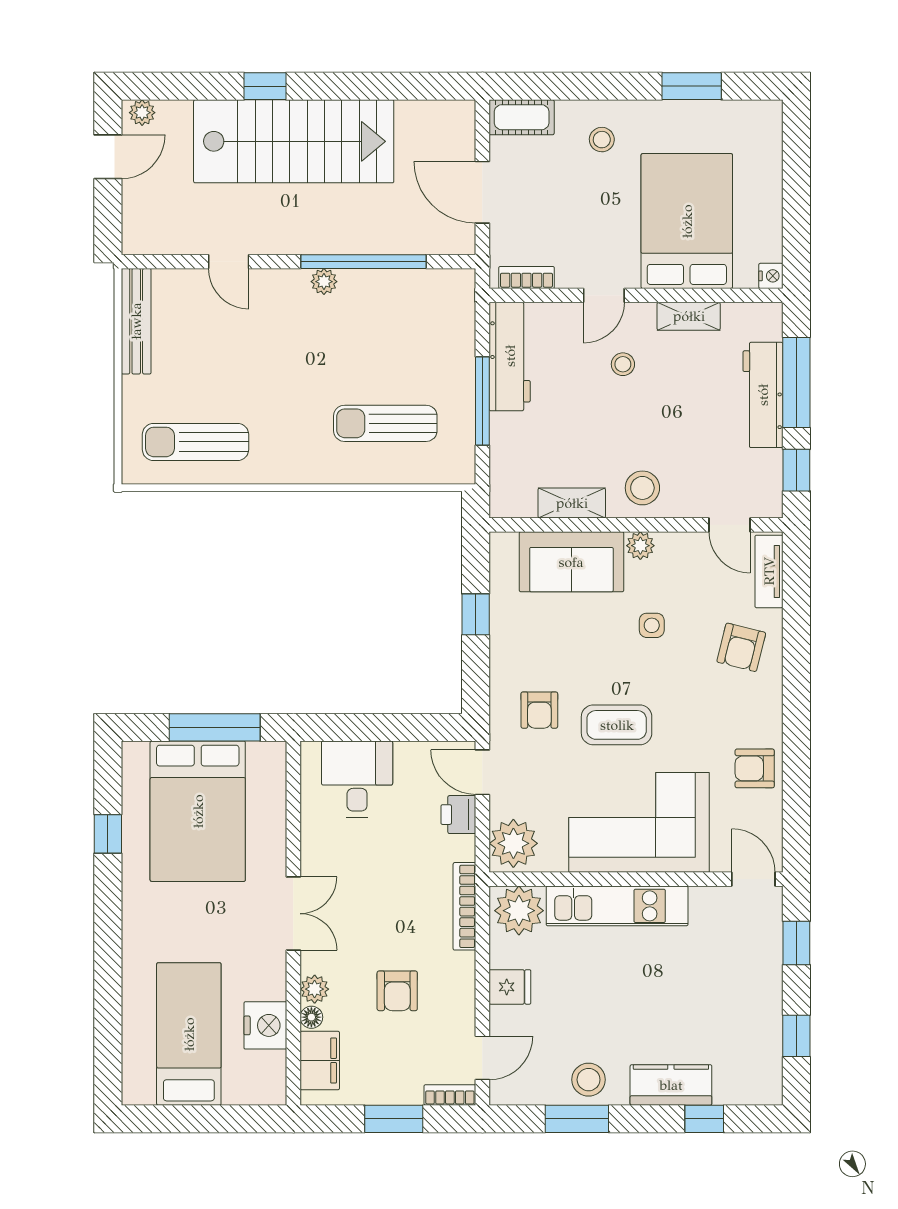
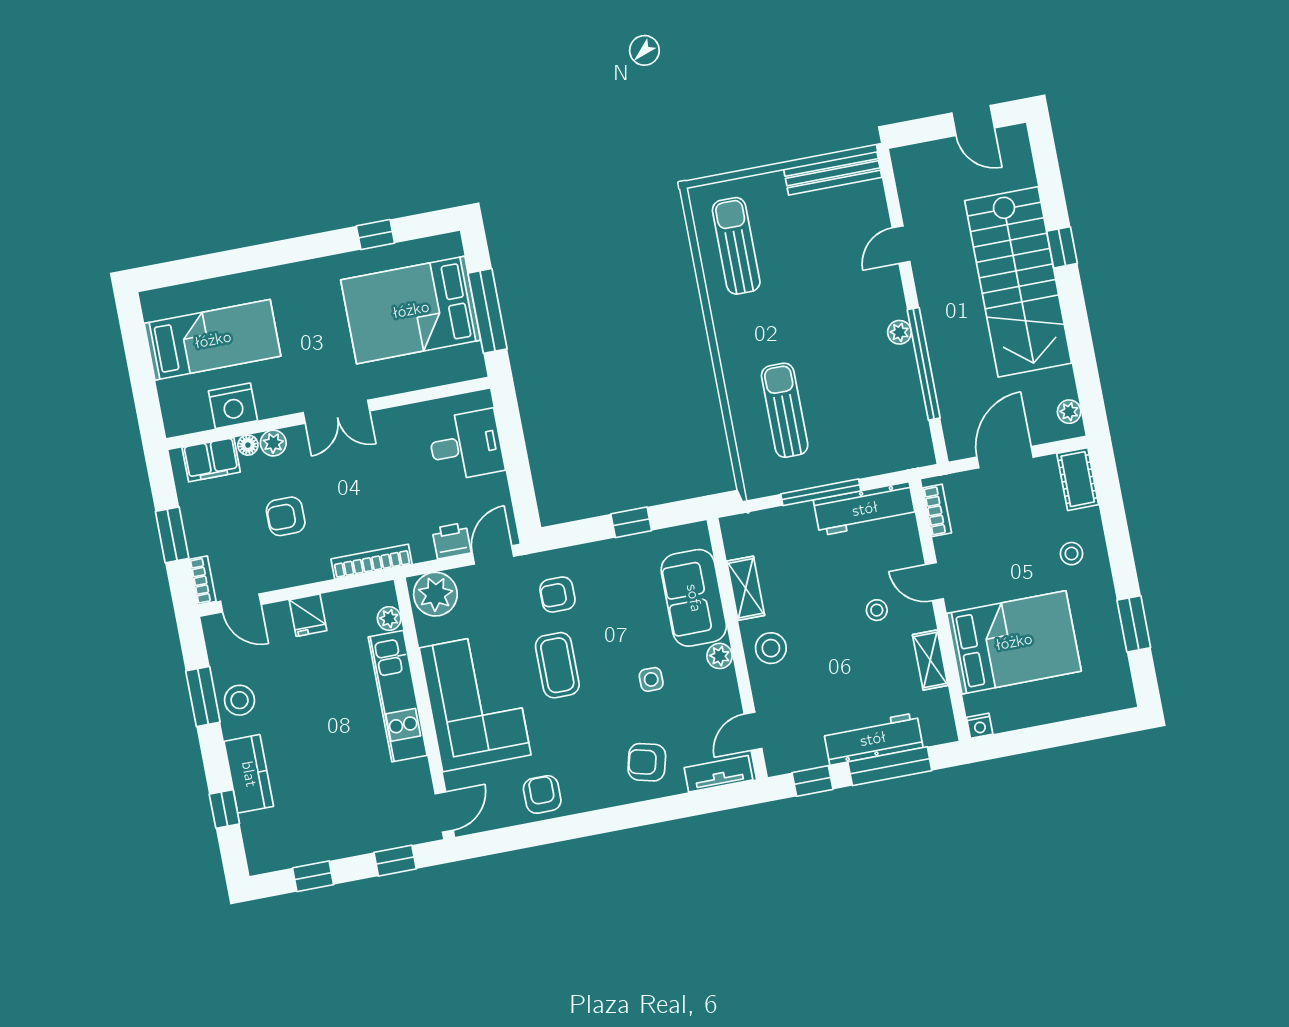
plant: (142, 113) -> (1069, 412), moved
plant: (519, 911) -> (389, 619), width x0.53, depth x0.53

